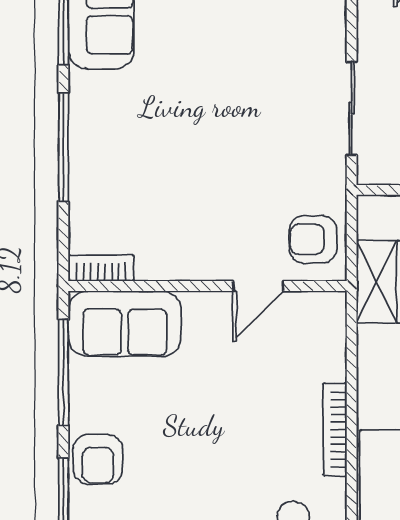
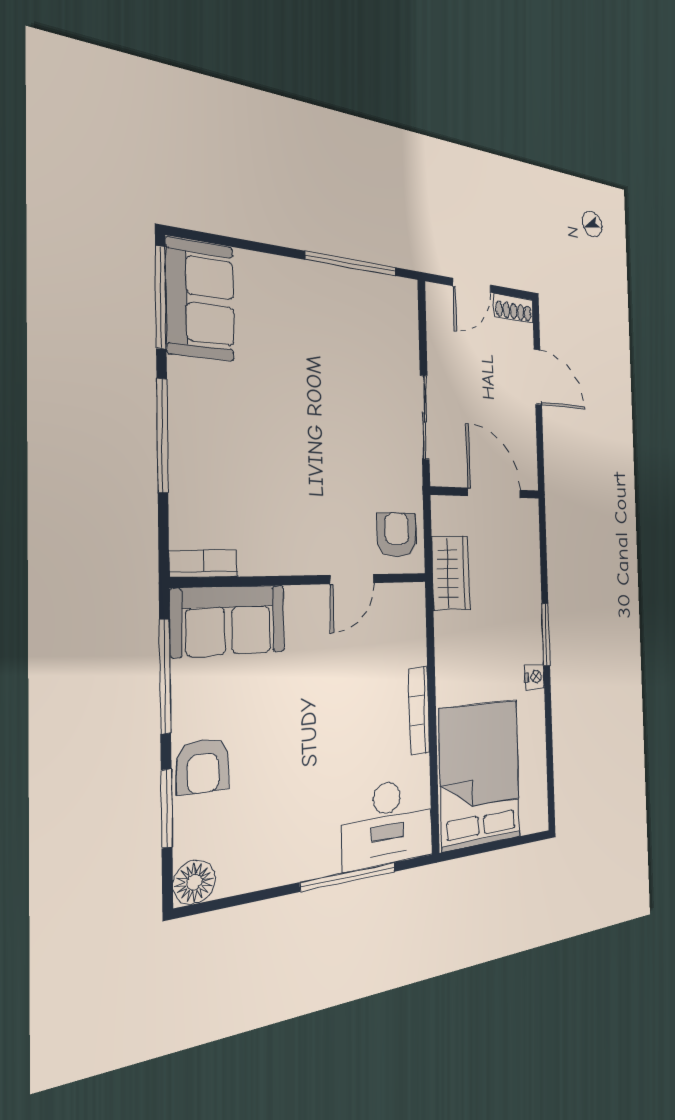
armchair: (313, 239) -> (397, 535), turned 90

